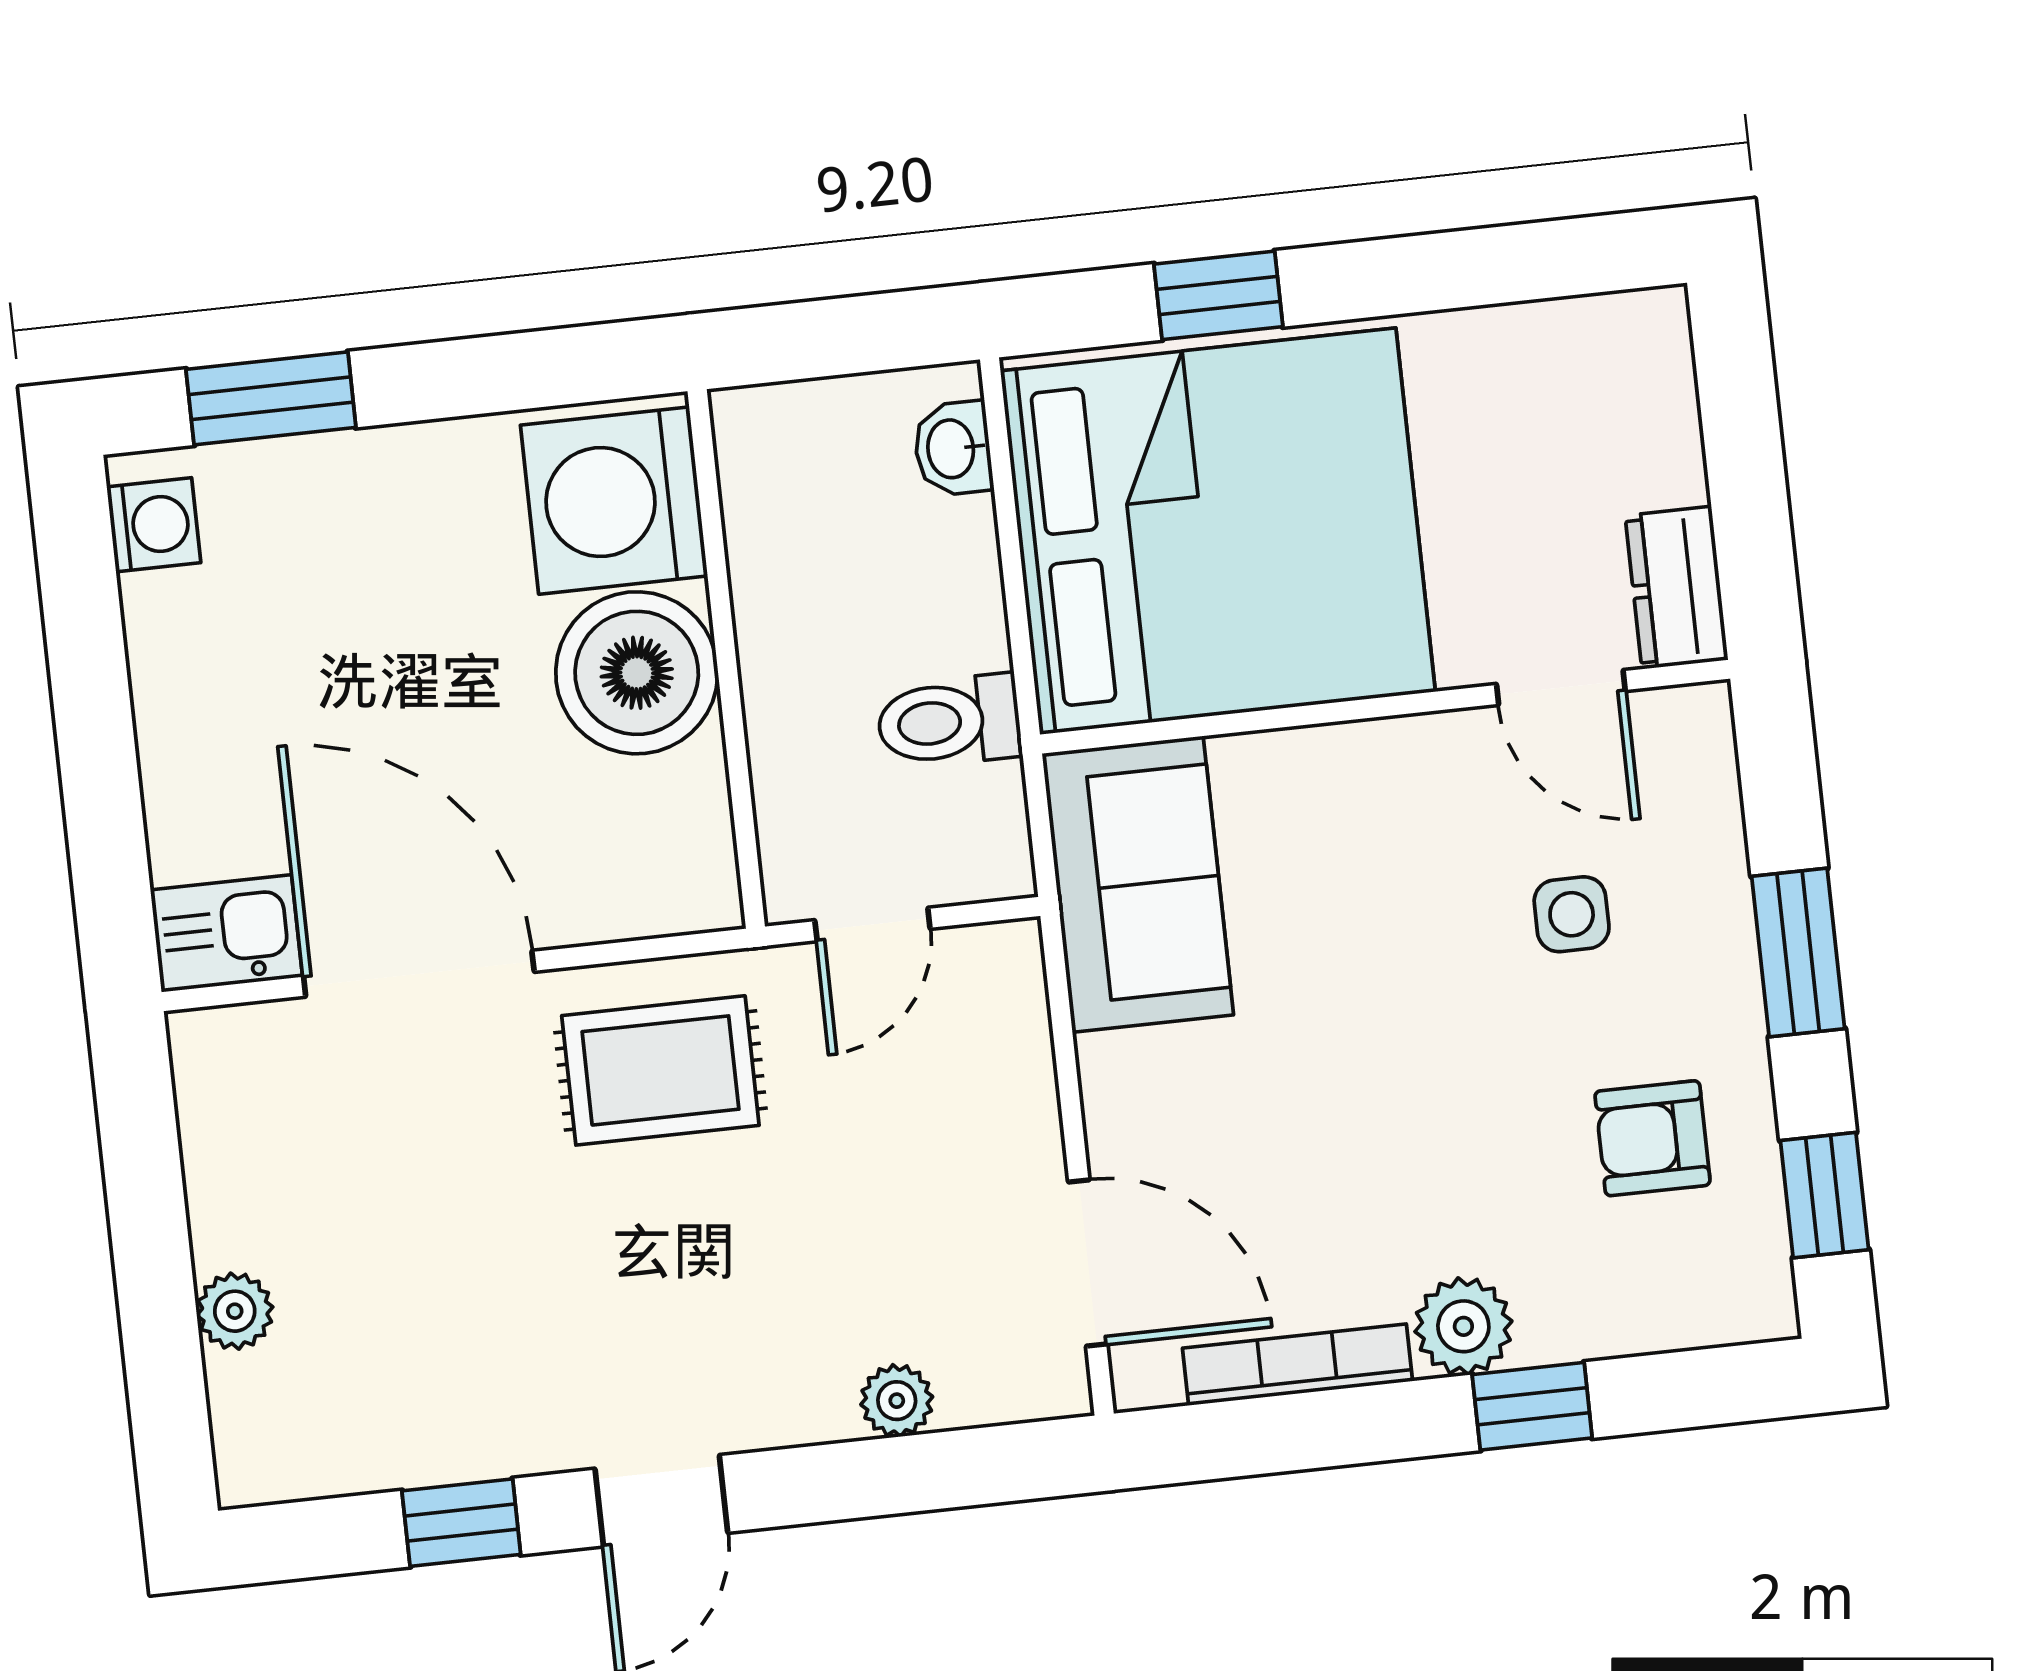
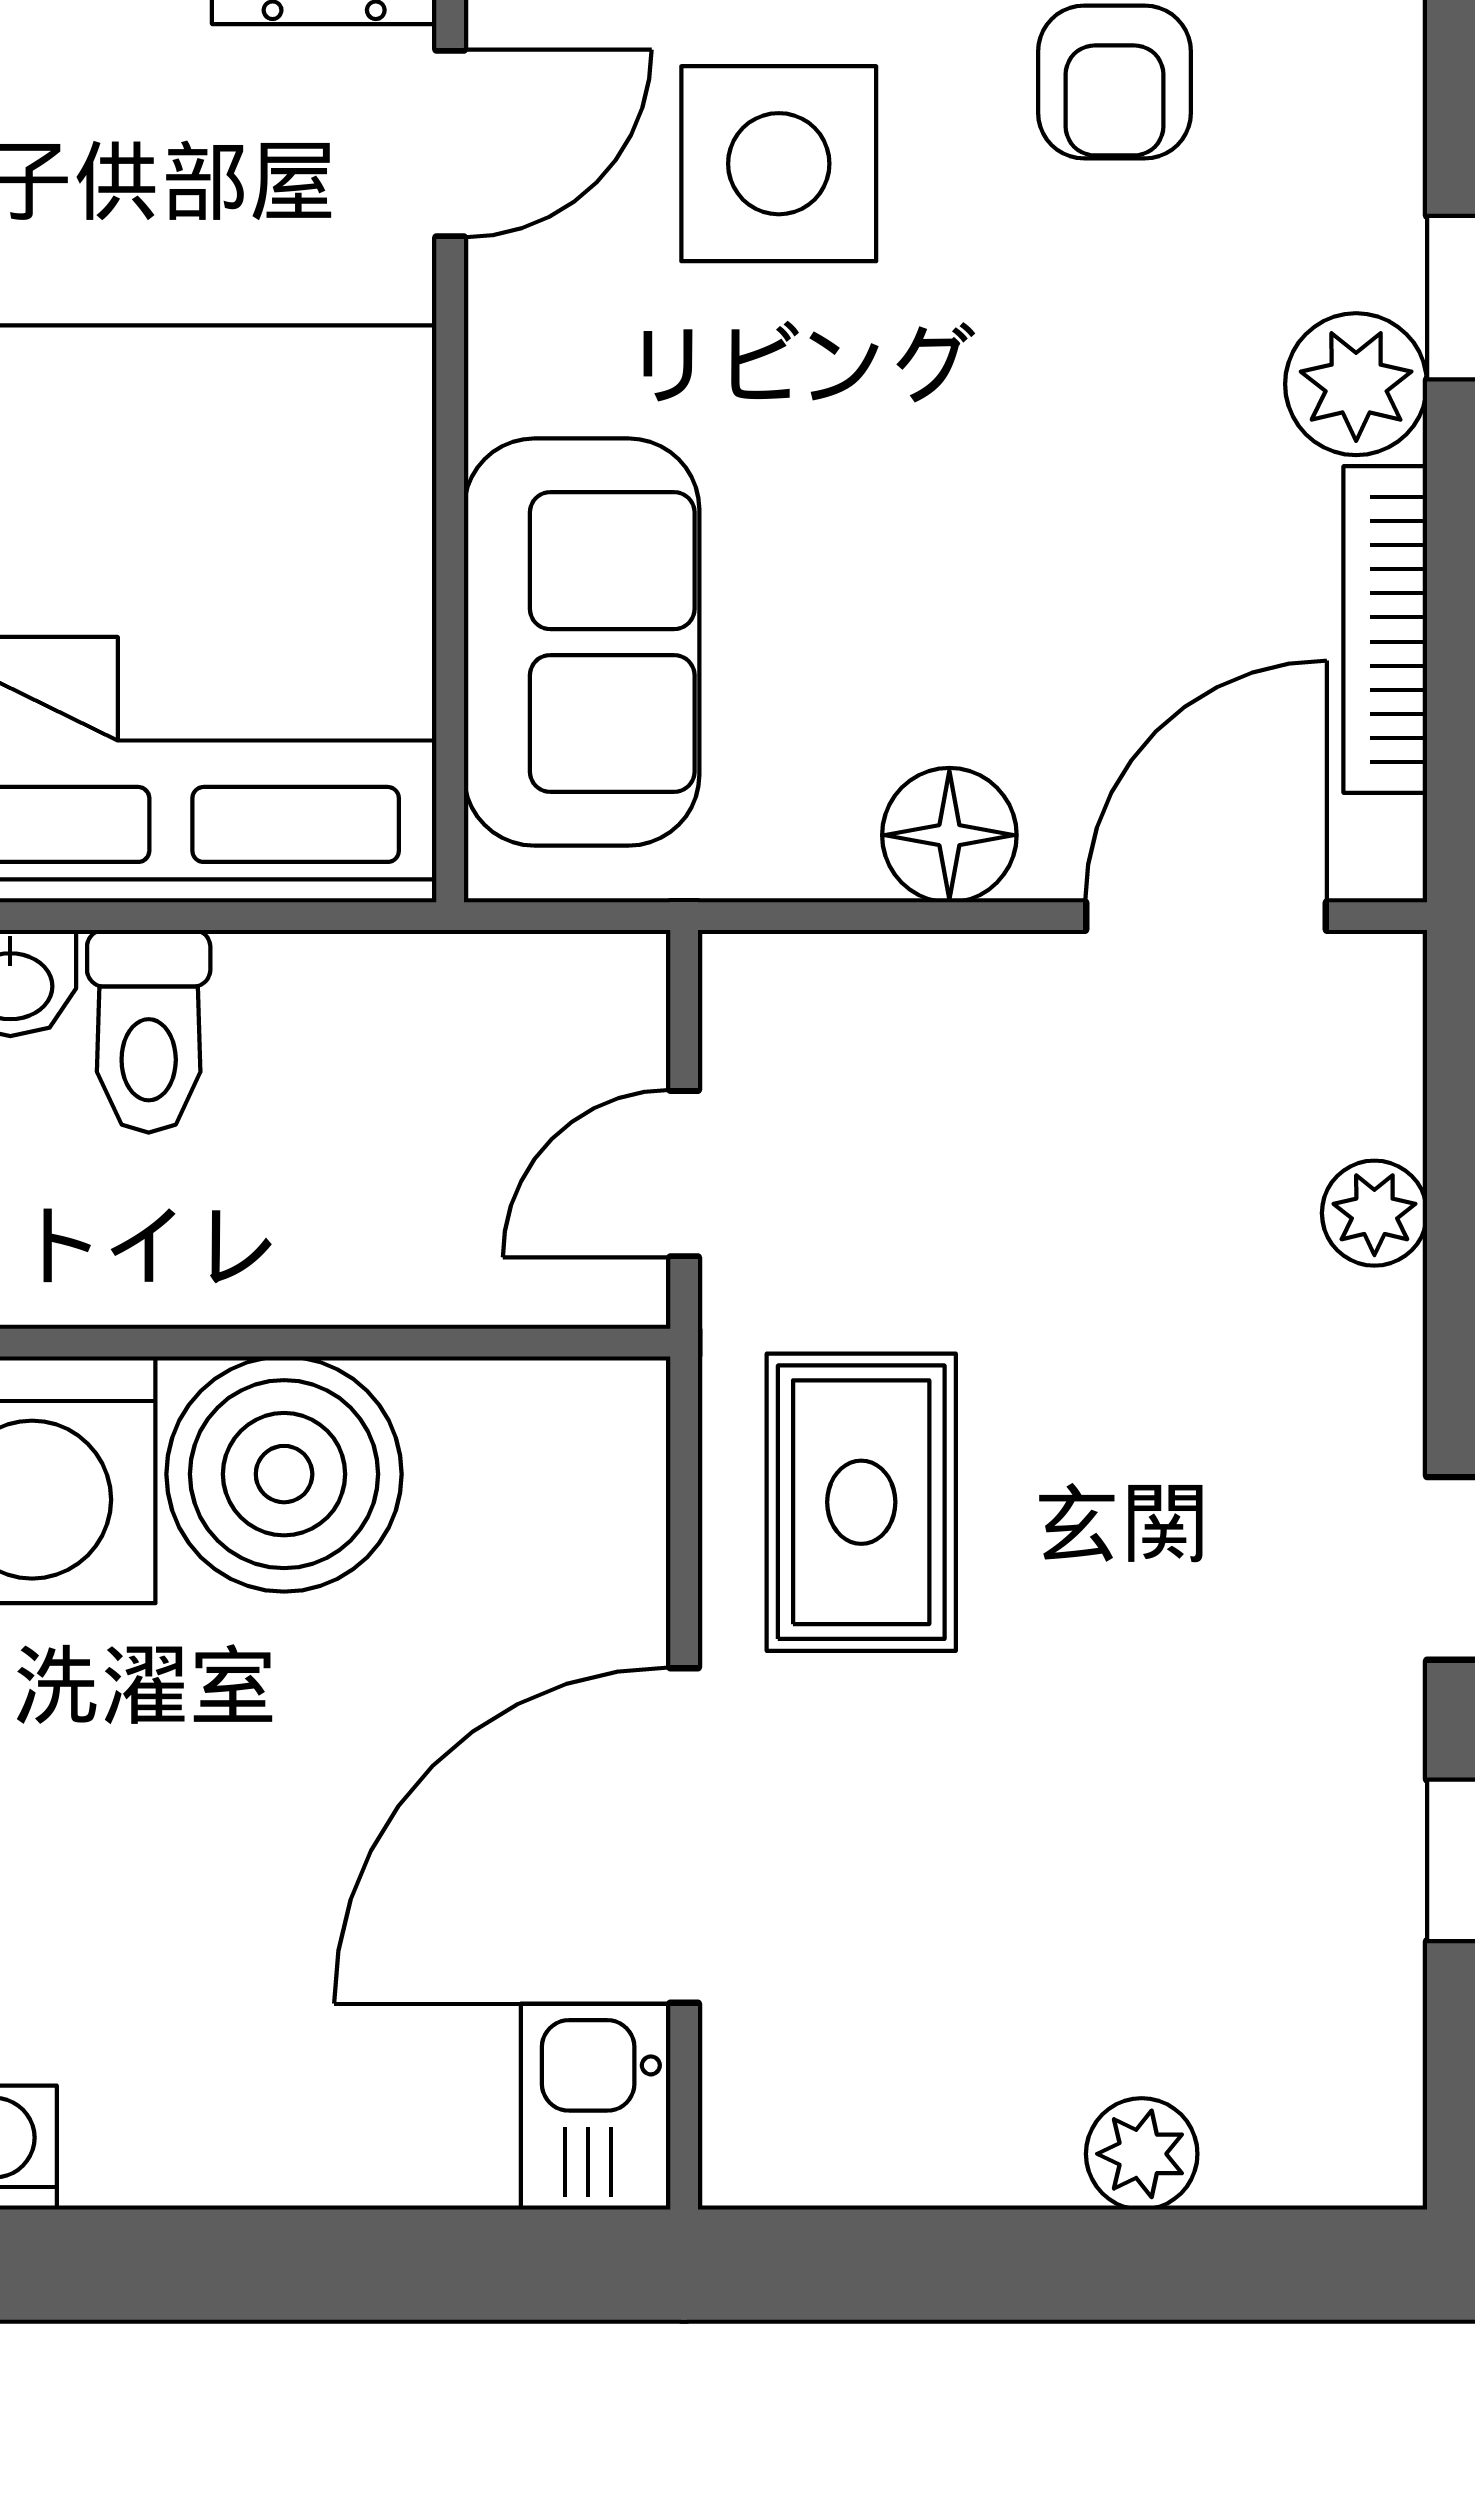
toilet: (949, 721) -> (149, 1031), moved
sofa: (1138, 884) -> (582, 642), moved, turned 90
side table: (1572, 914) -> (779, 164), width x1.87, depth x1.87
door: (872, 925) -> (684, 1174), swing flipped
floor lamp: (1124, 1081) -> (949, 835), added

